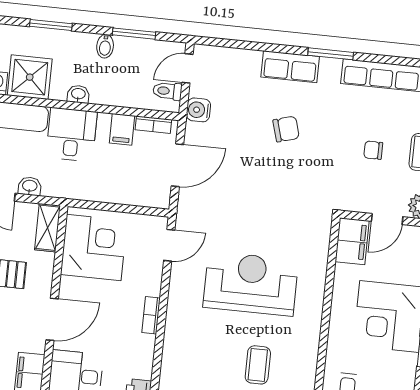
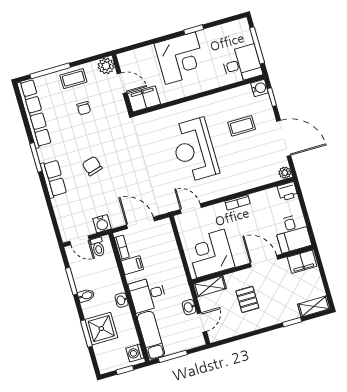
shower: (30, 77) -> (101, 329), moved

